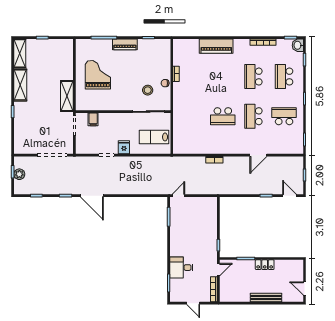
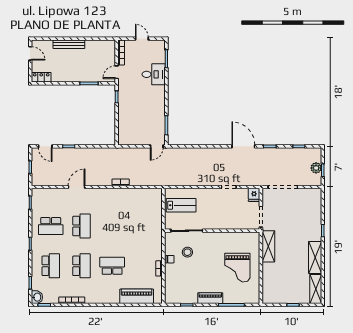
piano: (216, 46) -> (137, 296), moved
school desk: (223, 116) -> (112, 266), moved
filing cabinet: (93, 119) -> (242, 223), removed
fridge: (124, 147) -> (254, 195), moved
locker: (265, 265) -> (41, 77), moved

